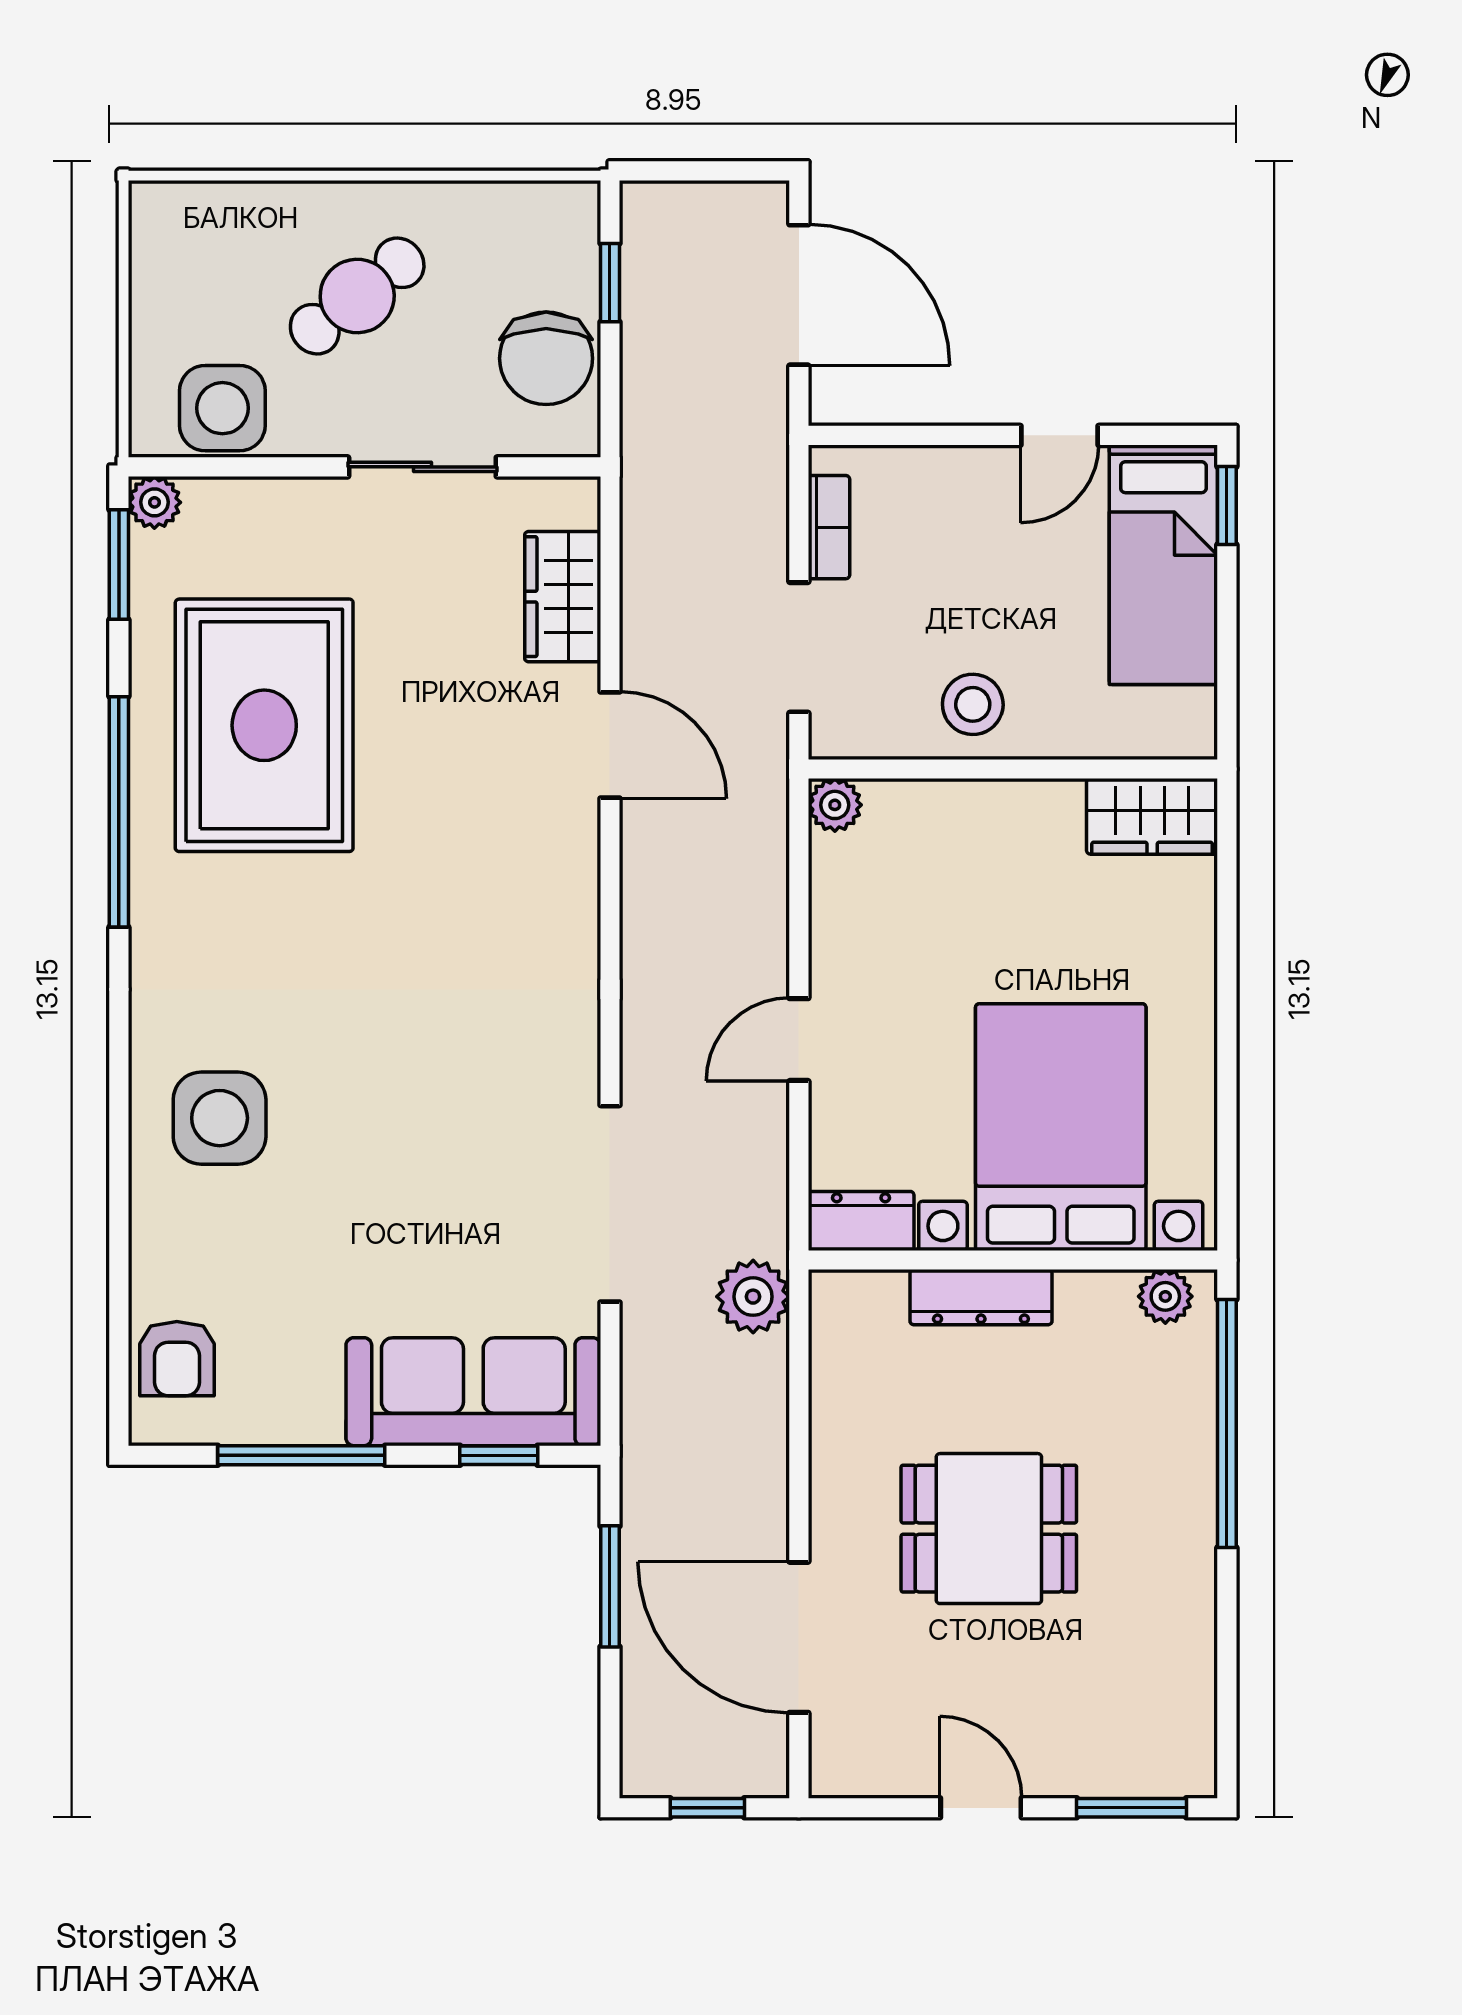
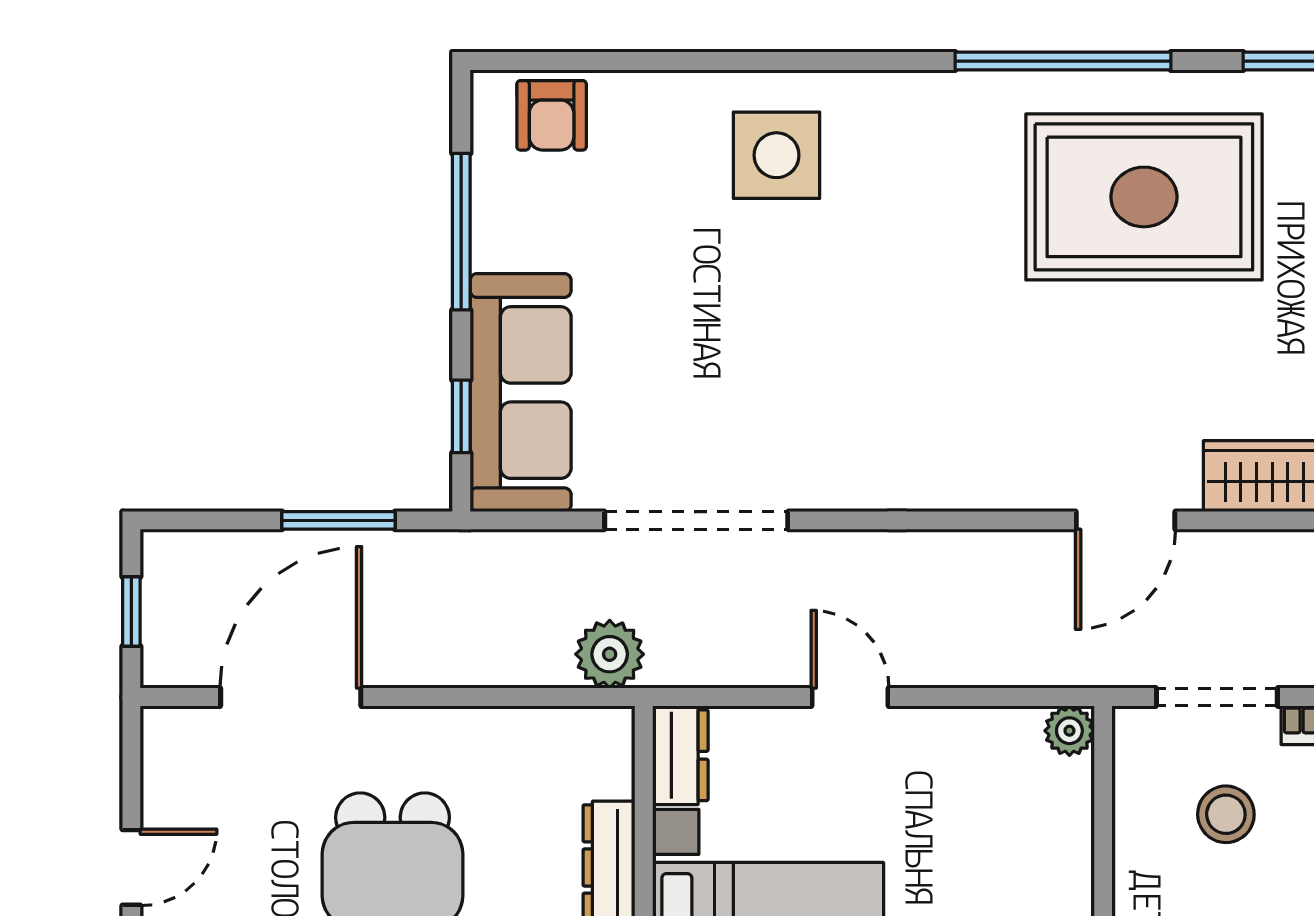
stool: (973, 704) -> (1226, 814), moved
armchair: (177, 1359) -> (552, 115), turned -90

